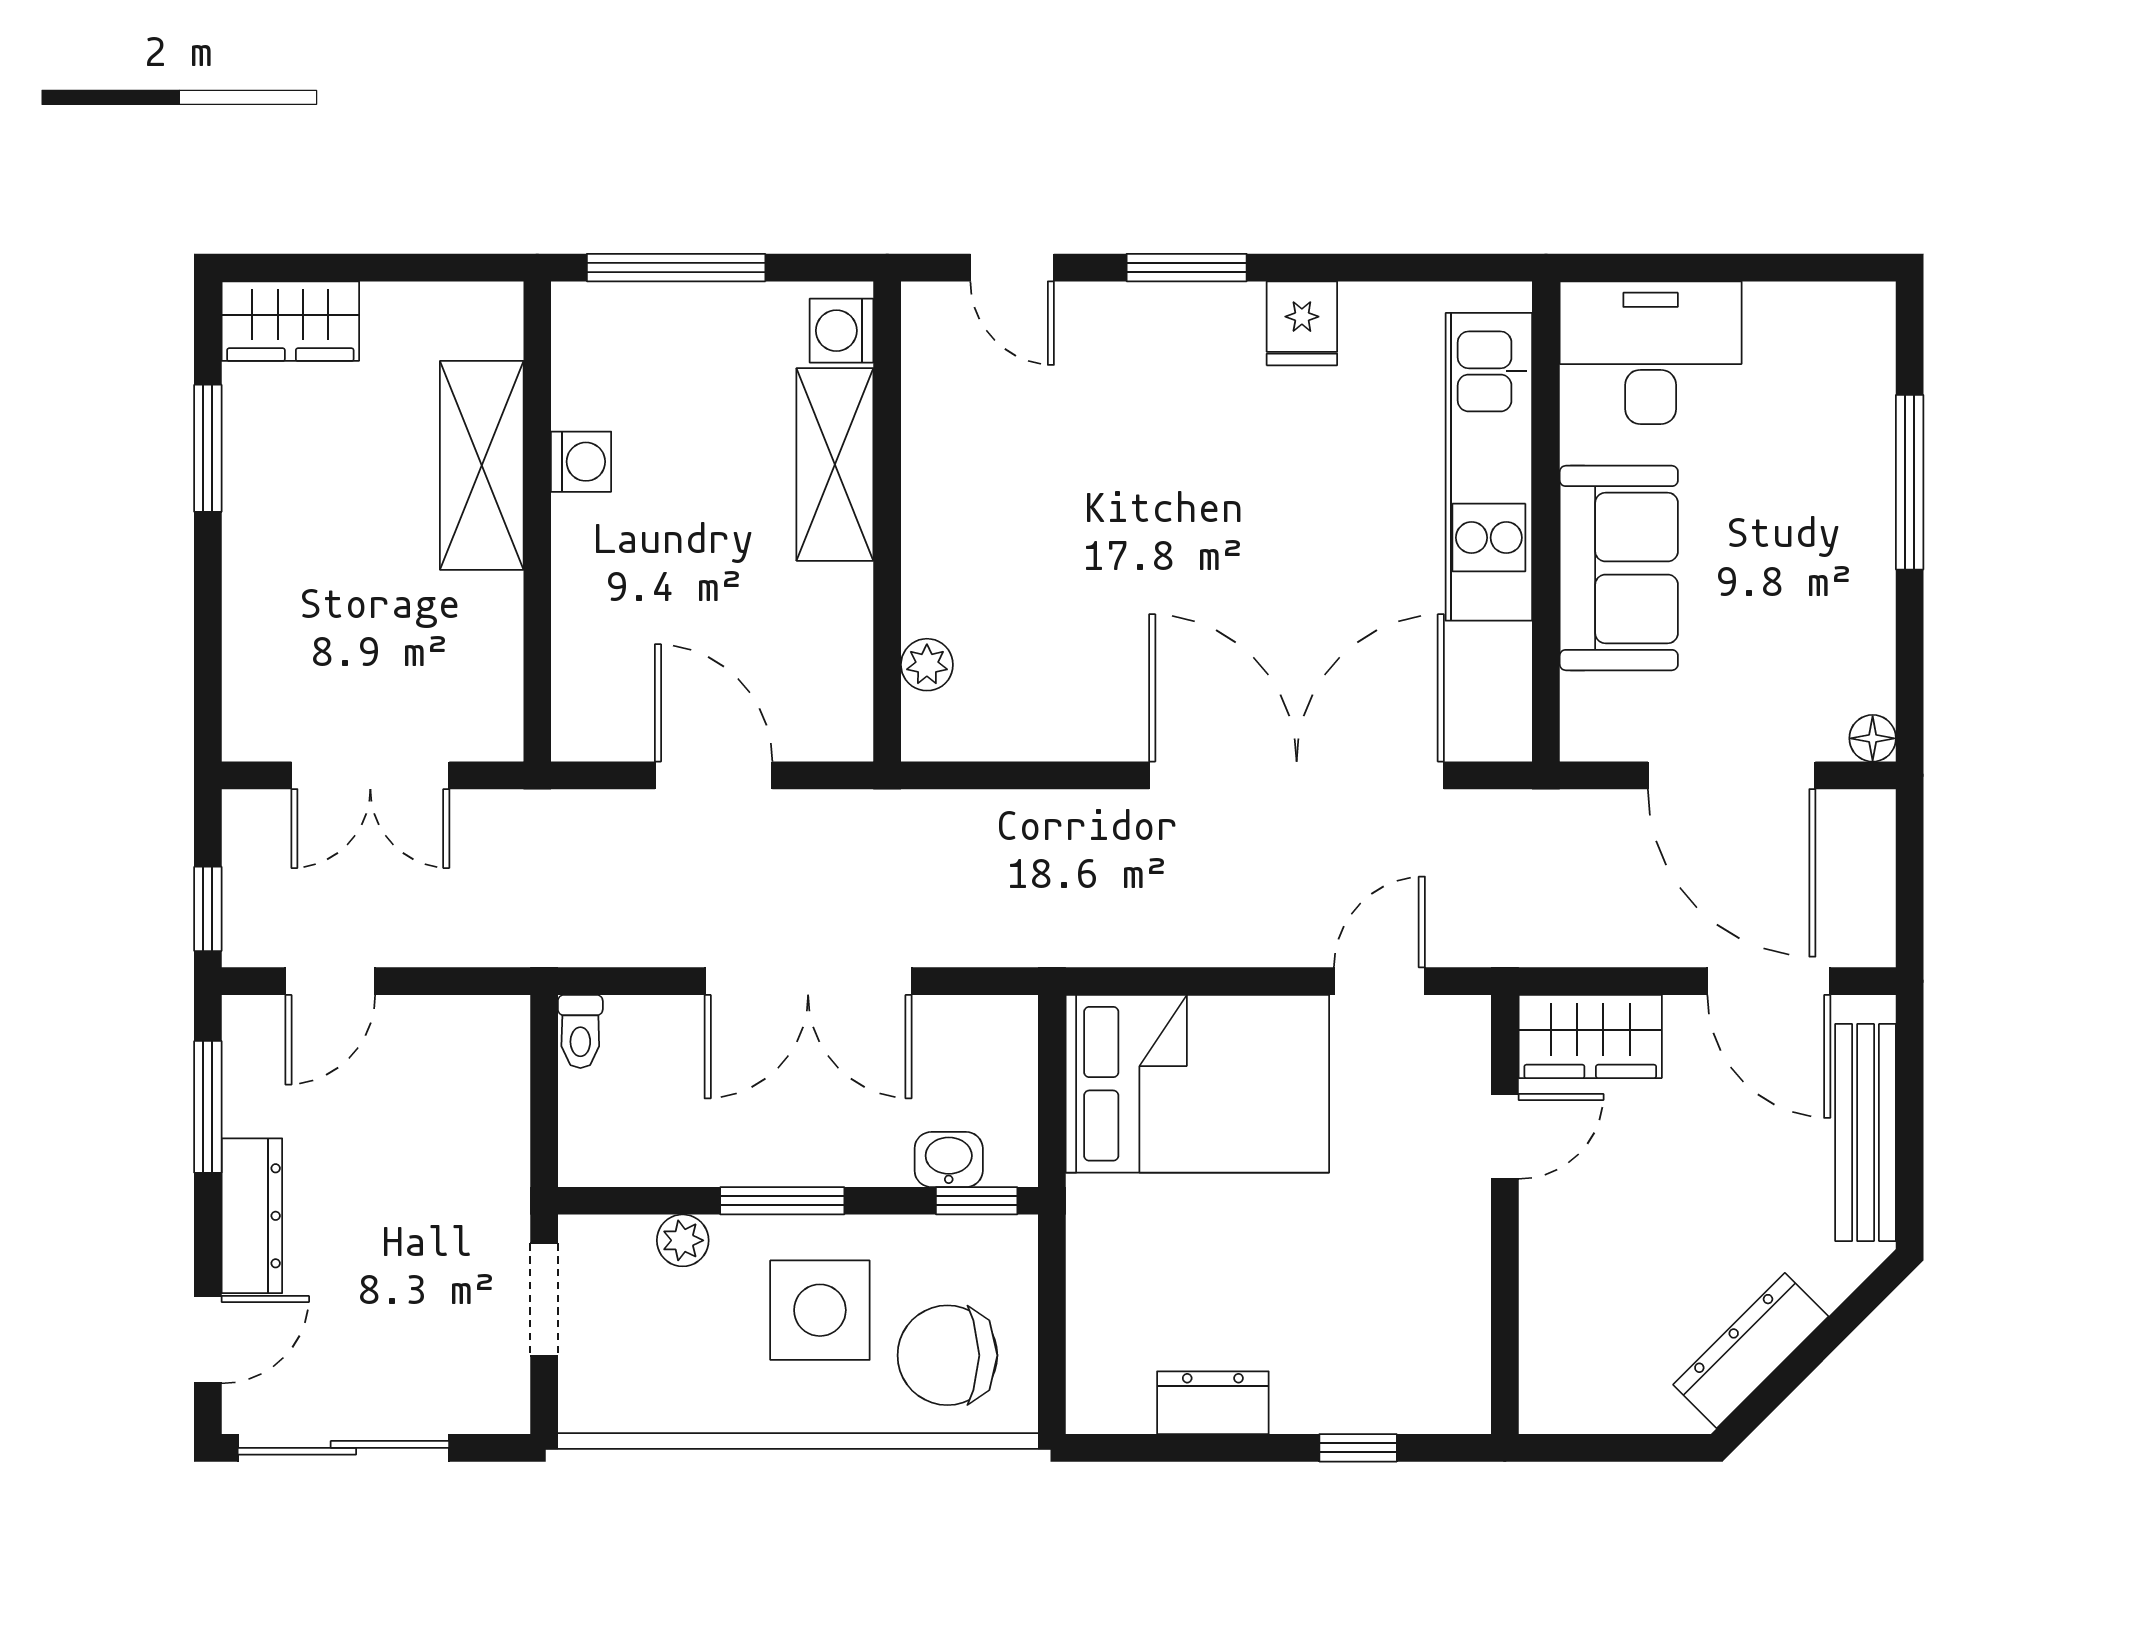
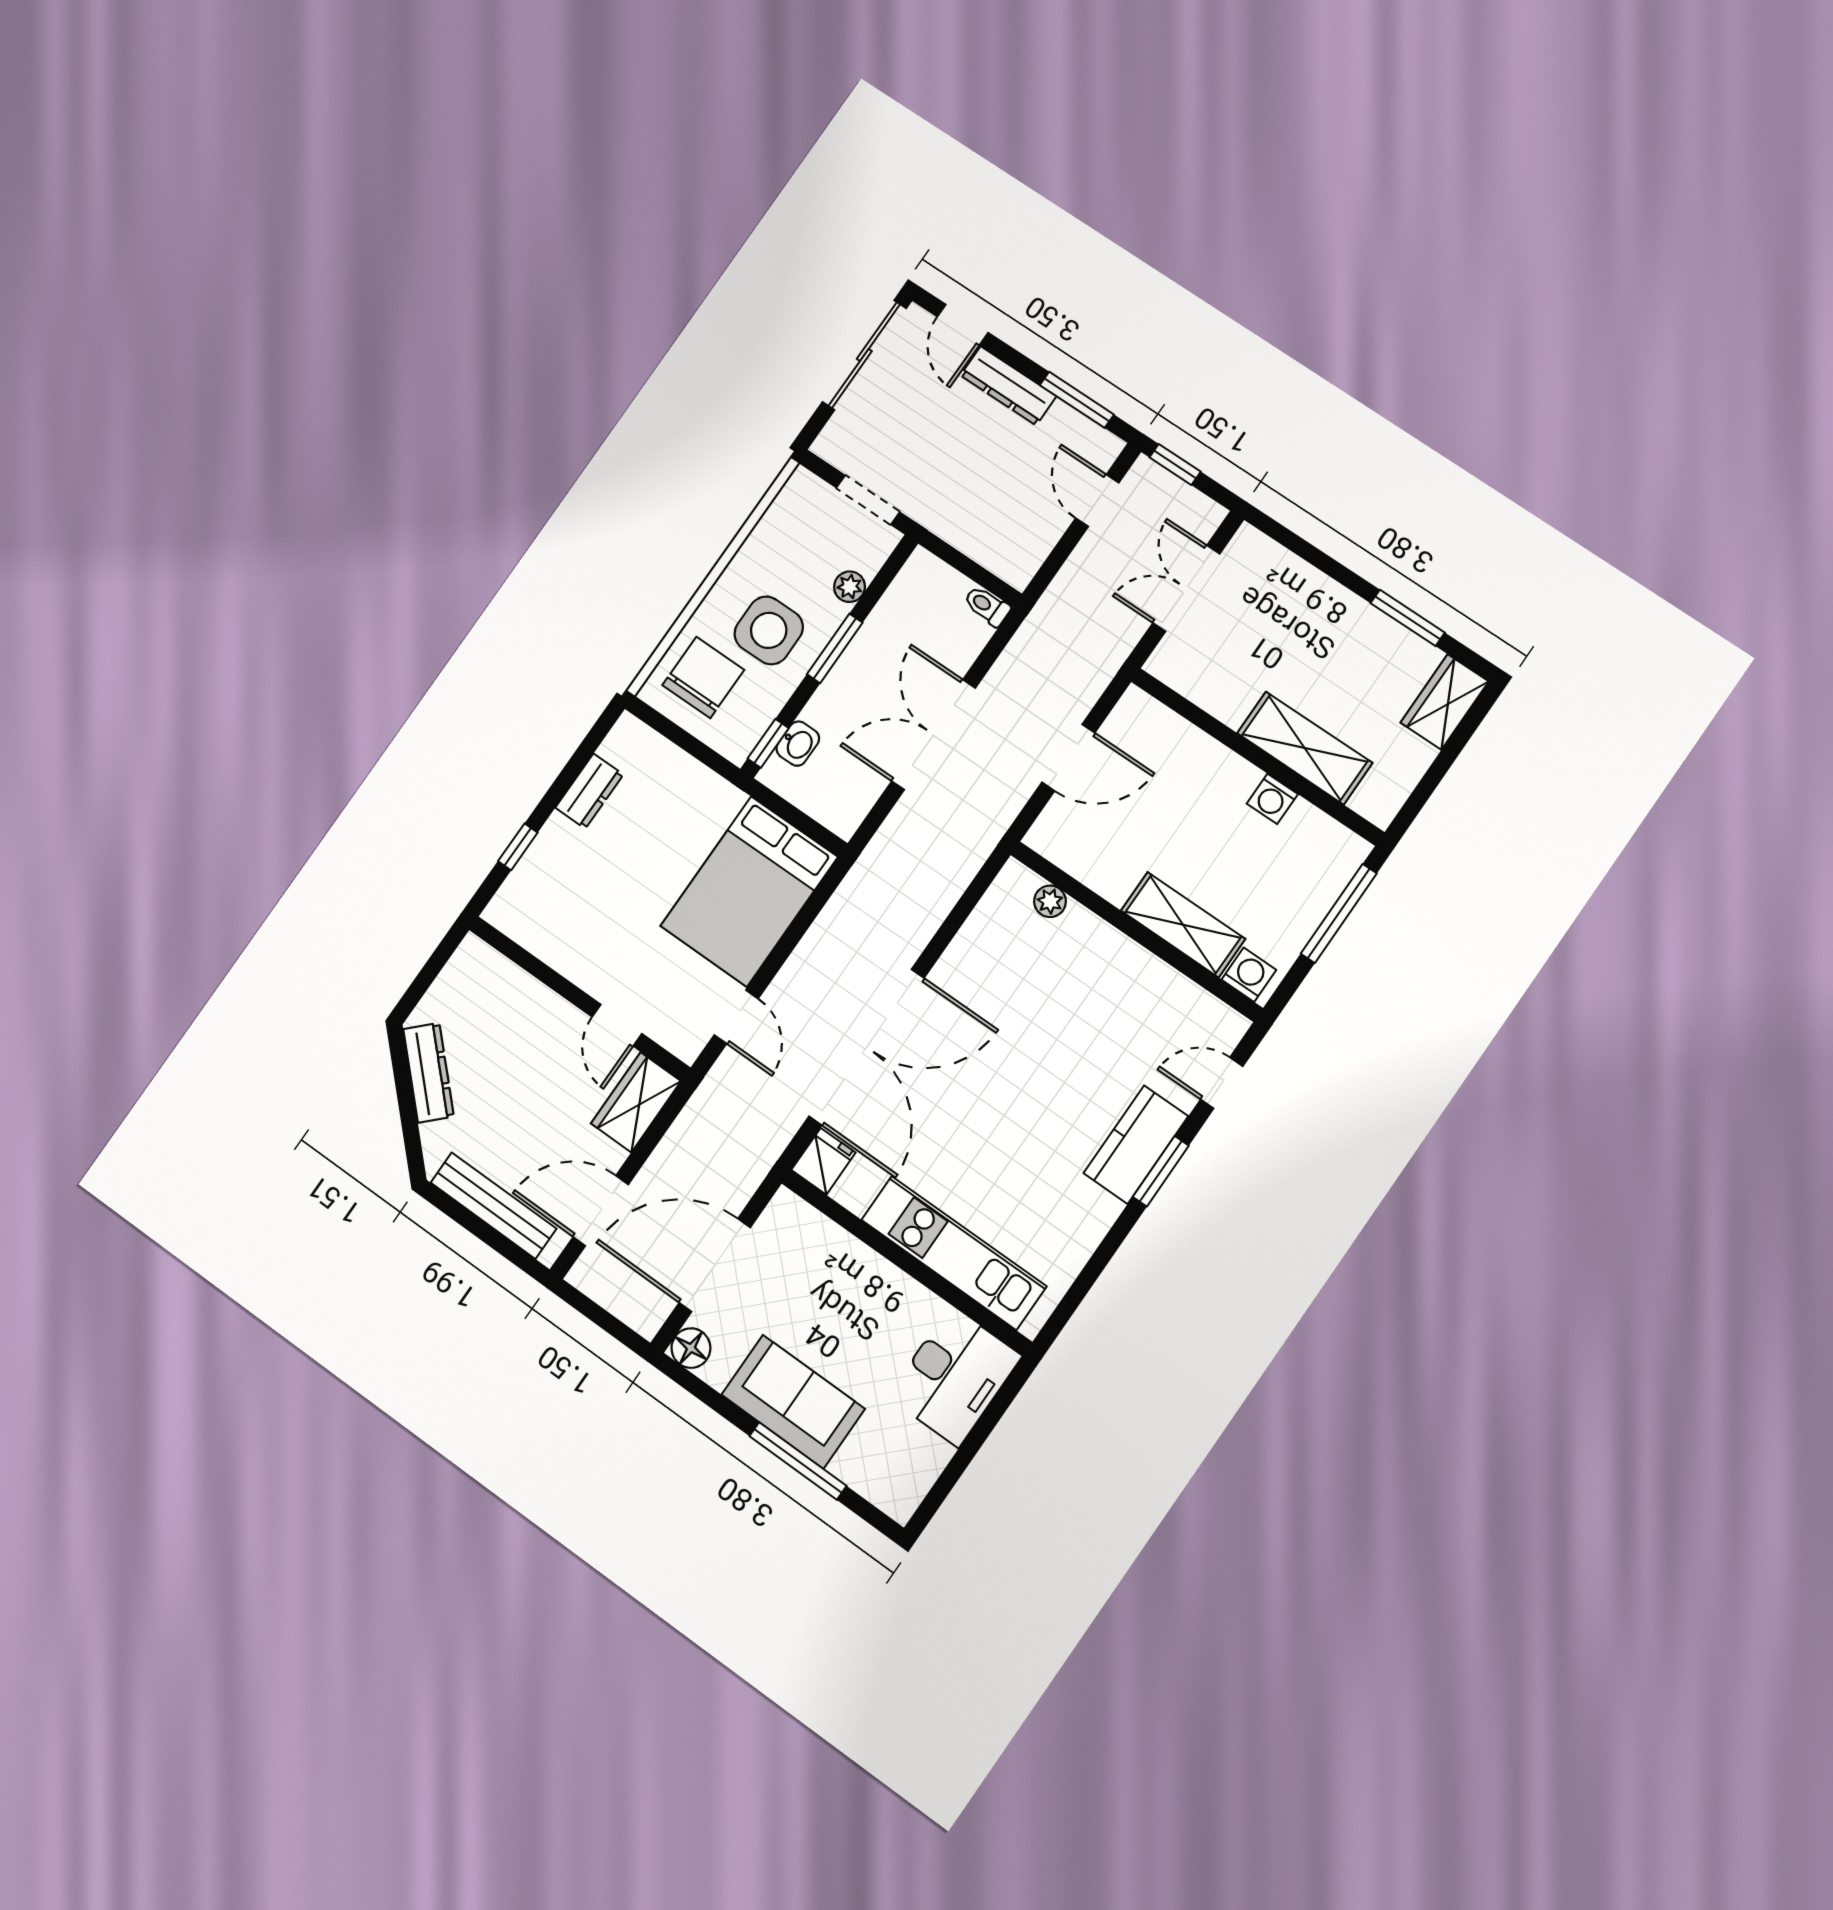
fridge: (1302, 323) -> (823, 1161), moved, turned 90
kitchen counter: (1174, 325) -> (1136, 1145), added
sofa: (1619, 568) -> (793, 1402), moved, turned 180
floor lamp: (1873, 738) -> (691, 1348), width x1.37, depth x1.37

